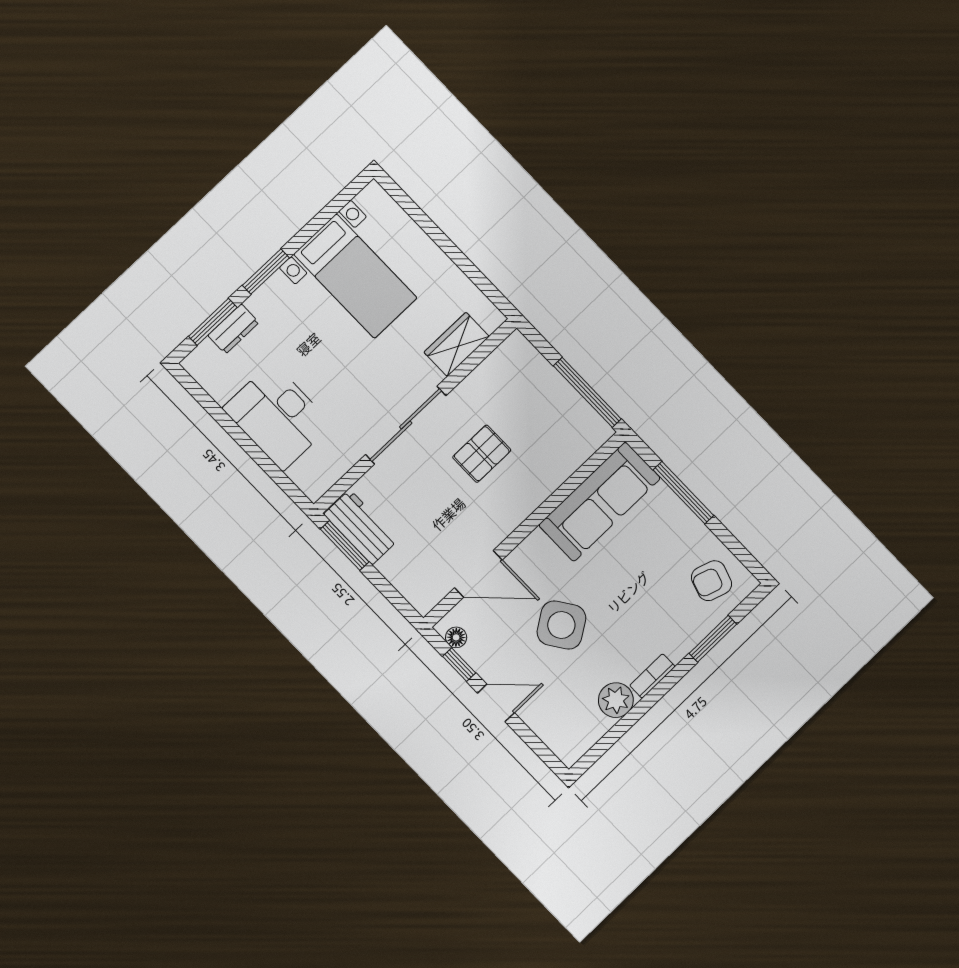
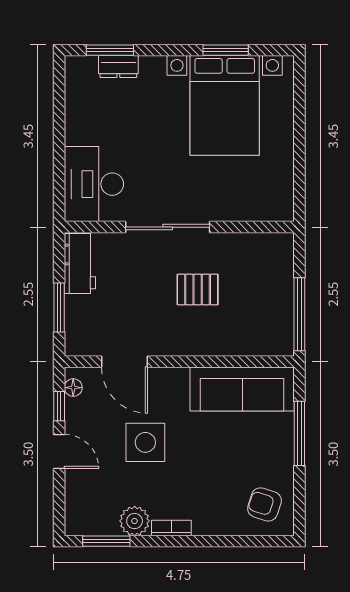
window: (266, 272) -> (226, 50), moved
bed with nightstands: (355, 276) -> (225, 105), width x1.36
wardrobe: (457, 344) -> (247, 207), removed
desk: (277, 416) -> (94, 184), moved
window: (345, 545) -> (59, 308), moved
side table: (561, 625) -> (145, 442), turned 34
window: (713, 639) -> (106, 541), moved

